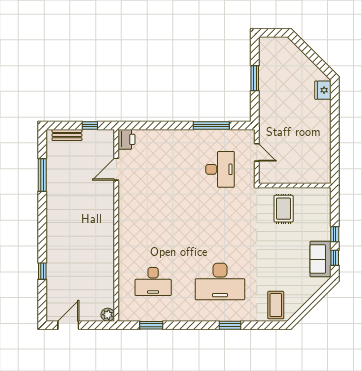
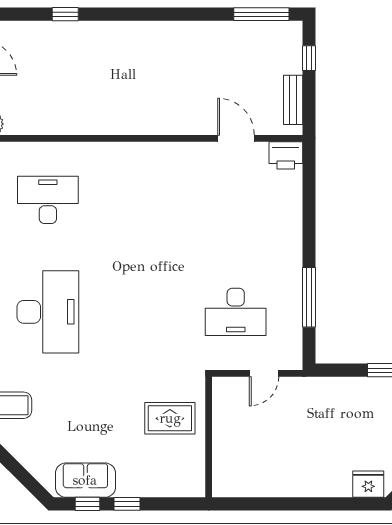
window: (90, 126) -> (309, 58), moved
bench: (67, 135) -> (293, 100), moved
window: (42, 175) -> (261, 14), moved
desk: (153, 281) -> (48, 200), turned 90
desk: (220, 281) -> (48, 312), turned 180

